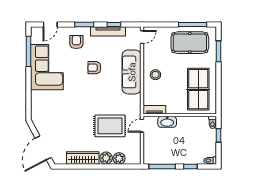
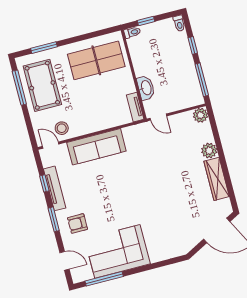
armchair: (94, 68) -> (103, 193), removed
stool: (155, 75) -> (62, 128), moved
rug: (110, 126) -> (169, 156), removed
plant: (119, 158) -> (200, 115), moved

